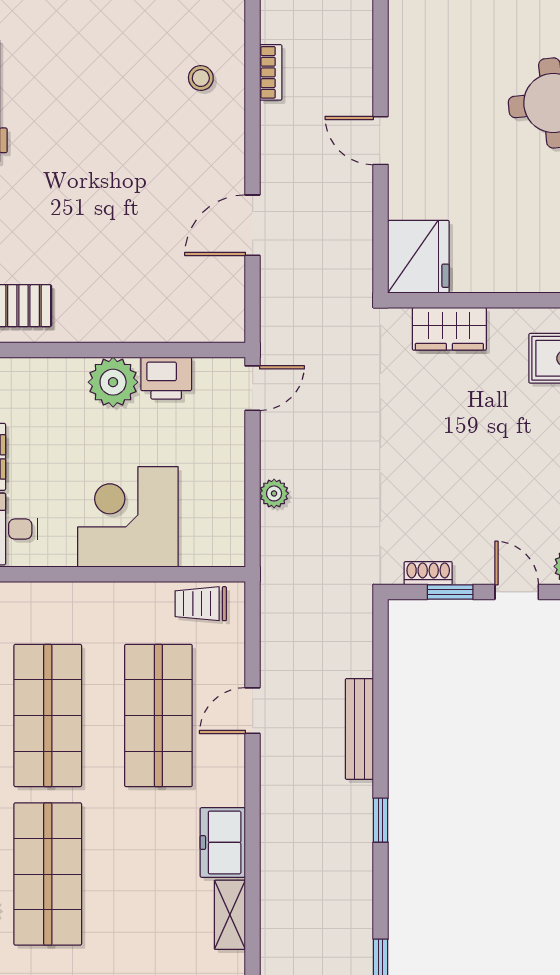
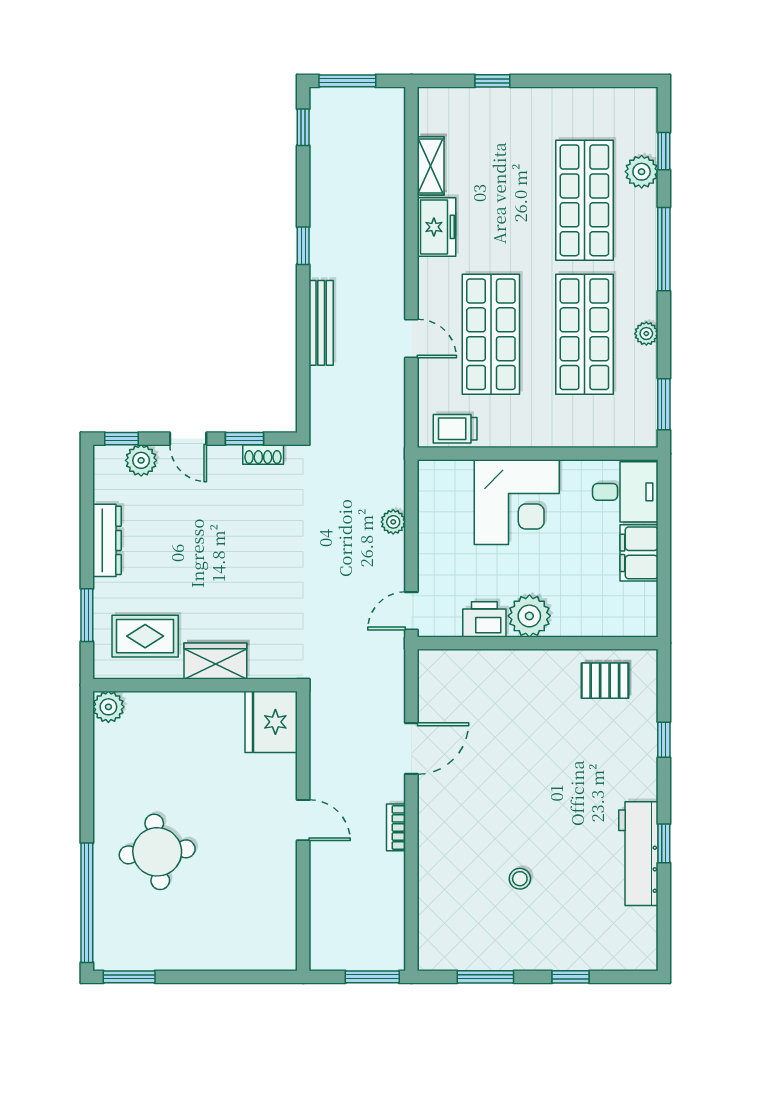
bookcase: (271, 72) -> (396, 827), moved
stool: (201, 78) -> (520, 879), moved
wardrobe: (449, 329) -> (215, 661), moved
trolley: (201, 604) -> (455, 429), turned 180
door: (253, 711) -> (411, 338), hinge flipped

